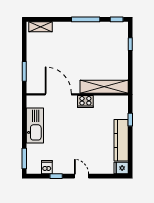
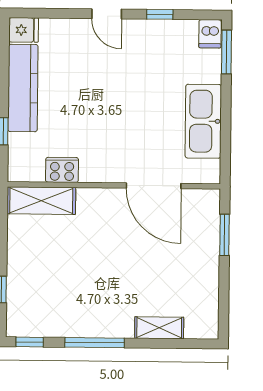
shelving: (41, 27) -> (159, 328), moved
shelving: (104, 87) -> (41, 201), width x0.68
cooker: (85, 101) -> (62, 170), moved
dishwasher: (47, 167) -> (210, 34), moved

